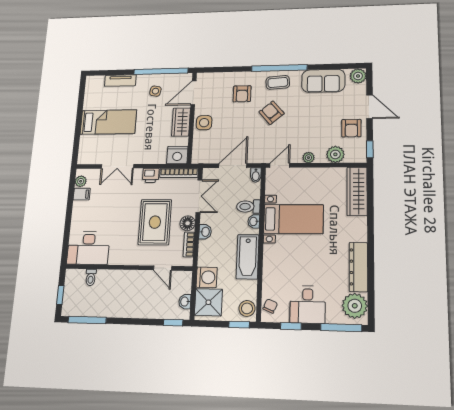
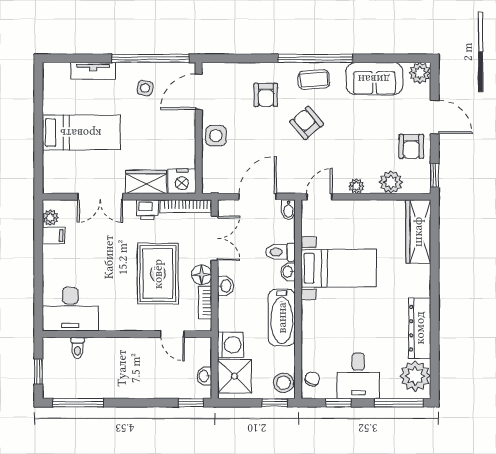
wardrobe: (181, 122) -> (146, 182), moved, turned 90

